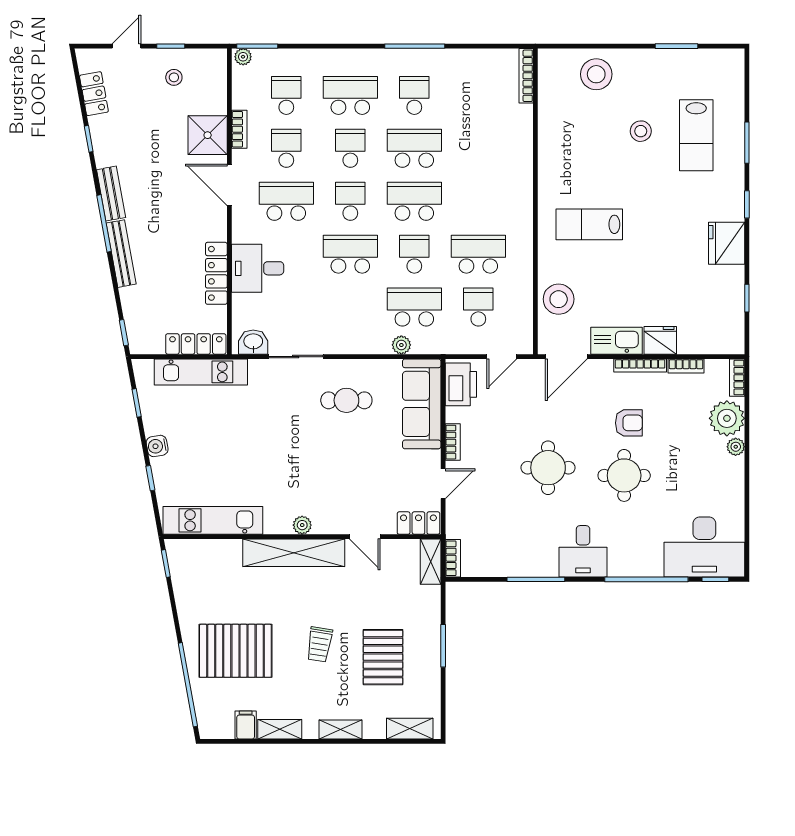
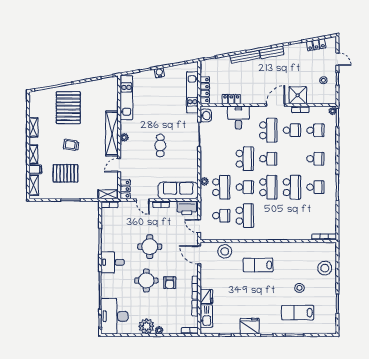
school desk: (350, 95) -> (315, 159), width x0.54
school desk: (350, 148) -> (292, 159), removed
lab bench: (589, 224) -> (258, 265), turned -90
locker: (216, 273) -> (231, 99), width x0.66
kitchen sink: (617, 341) -> (206, 316), moved
cafe table: (346, 400) -> (160, 146), moved
plant: (727, 418) -> (146, 326), moved
filing cabinet: (246, 725) -> (35, 169), moved

